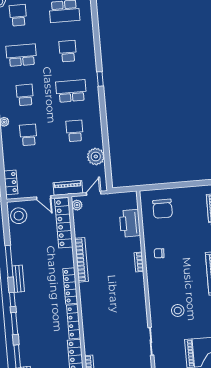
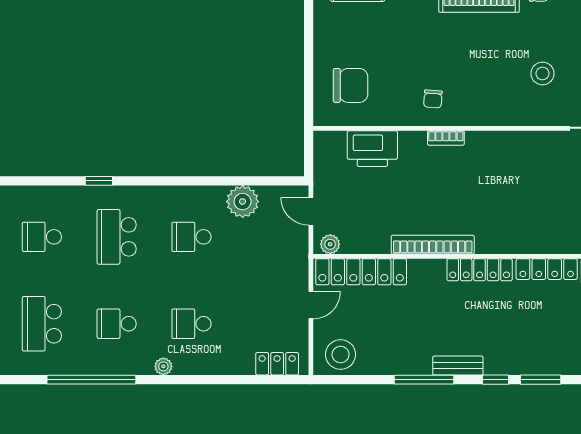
piano: (68, 188) -> (297, 258), removed

